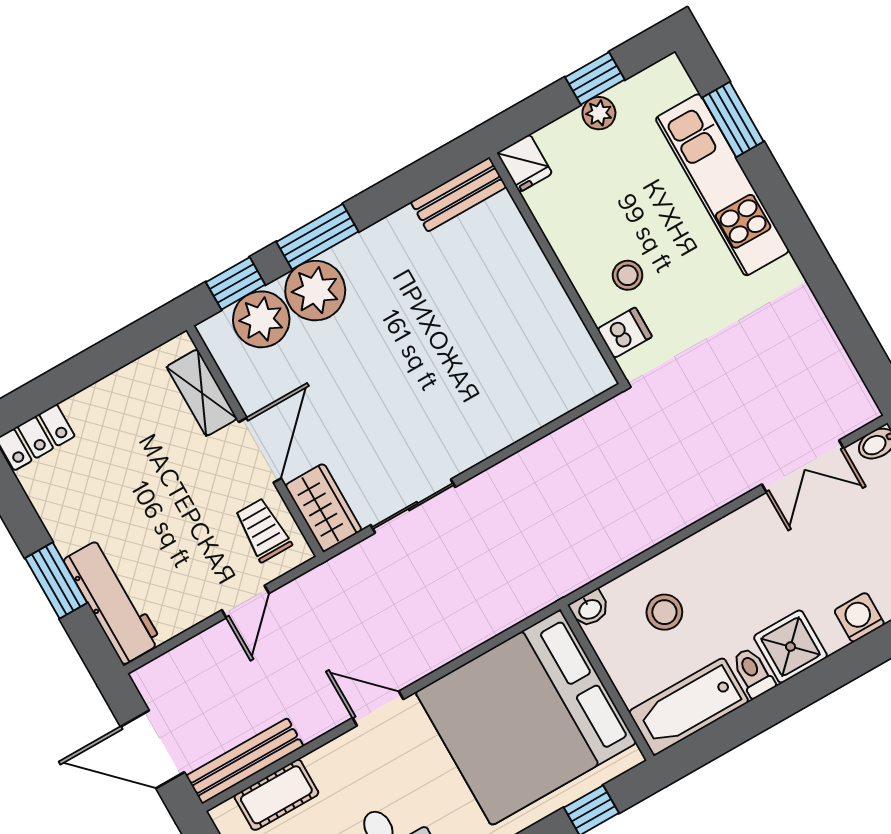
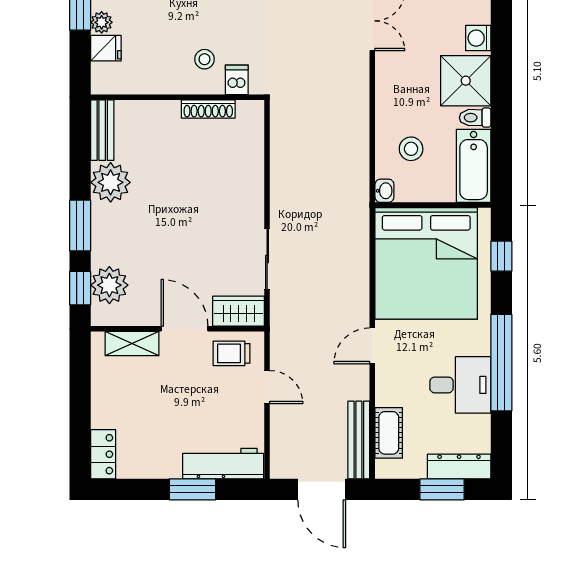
fridge: (525, 163) -> (106, 48), moved
plant: (315, 291) -> (111, 182), moved
shoe rack: (565, 317) -> (208, 109), added
shower: (791, 647) -> (466, 81), width x1.36, depth x1.36
door: (152, 749) -> (322, 489), hinge flipped

